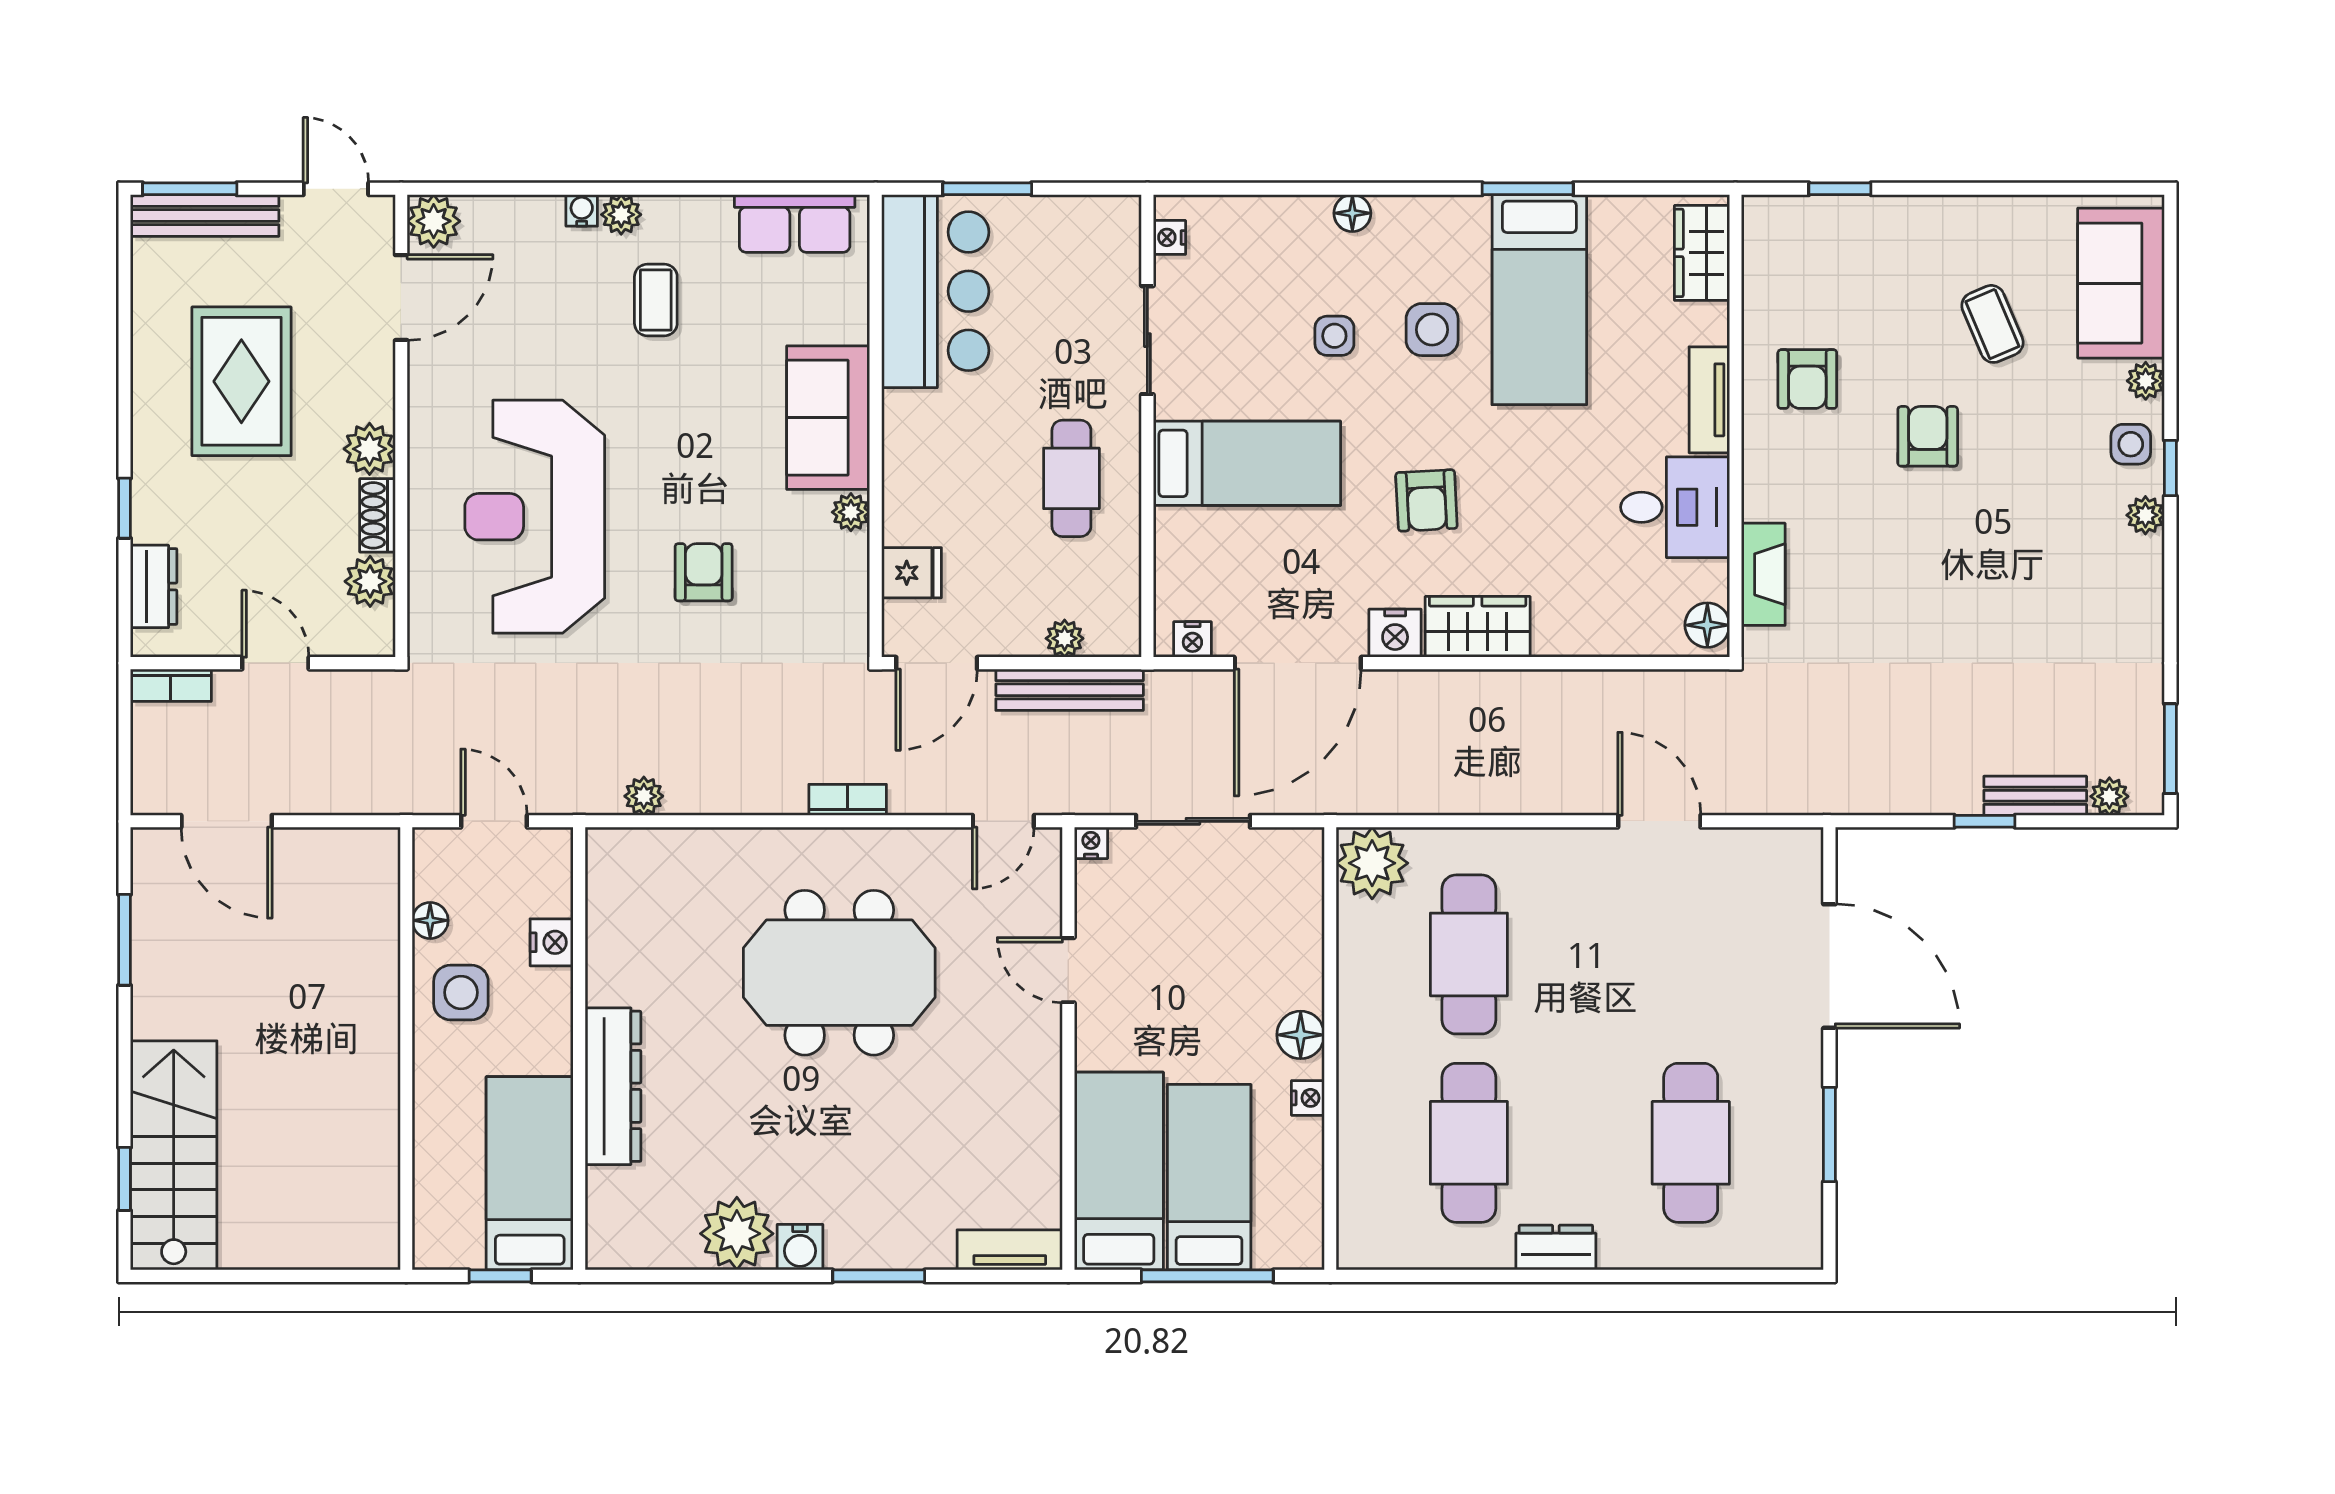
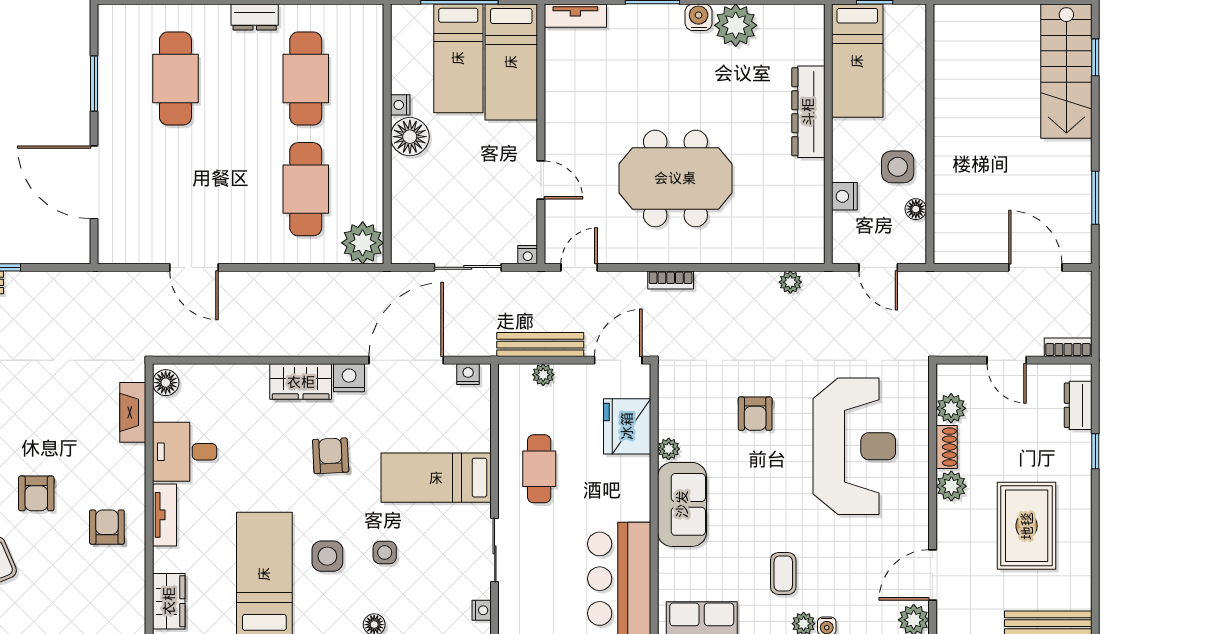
fridge: (911, 573) -> (627, 426), width x1.88, depth x1.34
floor lamp: (1301, 1035) -> (410, 137), width x1.38, depth x1.38

